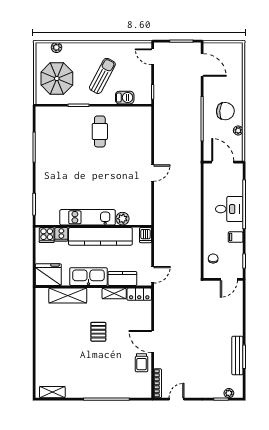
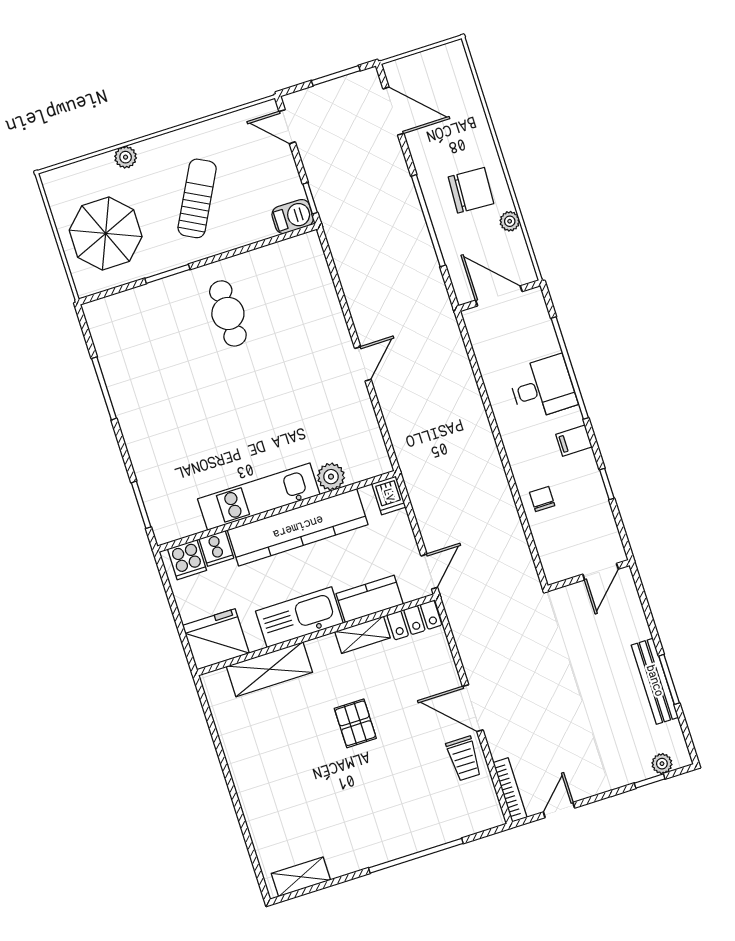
plant: (56, 47) -> (126, 157), moved
barbecue: (125, 98) -> (293, 217), moved
wall: (223, 279) -> (589, 575), moved
door: (229, 279) -> (601, 572), moved

